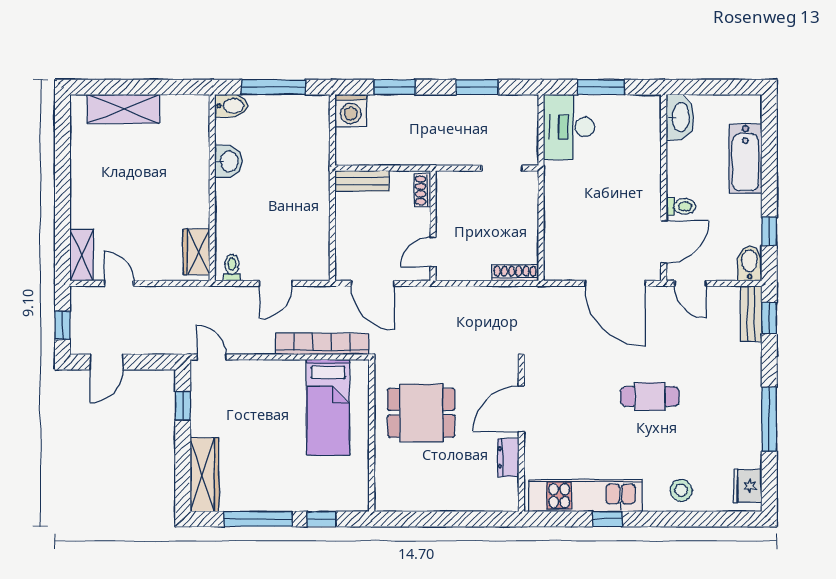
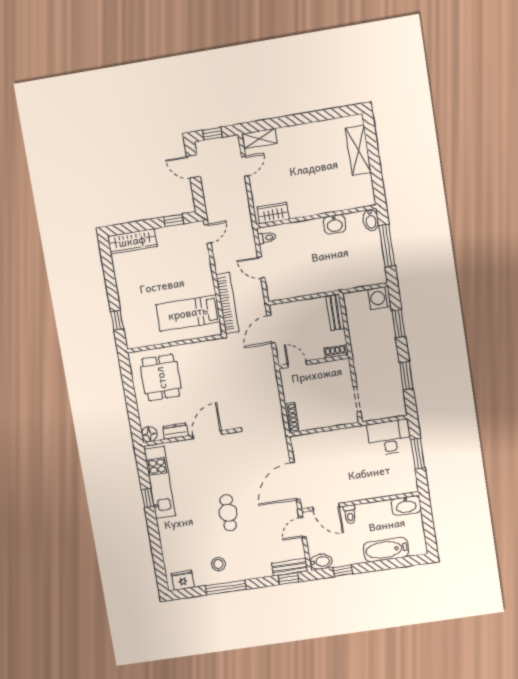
door: (521, 409) -> (207, 435), hinge flipped
dining table: (421, 413) -> (161, 378), moved
stool: (681, 490) -> (218, 564), moved
floor lamp: (507, 499) -> (149, 434), added
window: (258, 519) -> (110, 280), removed

